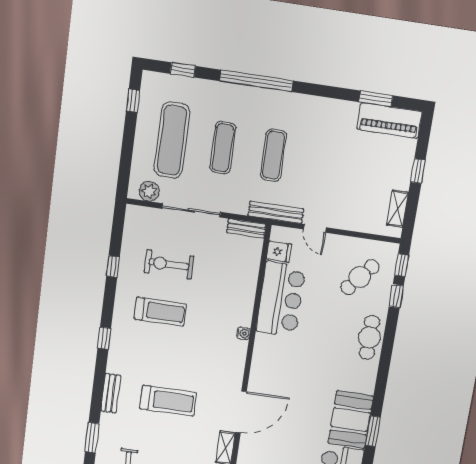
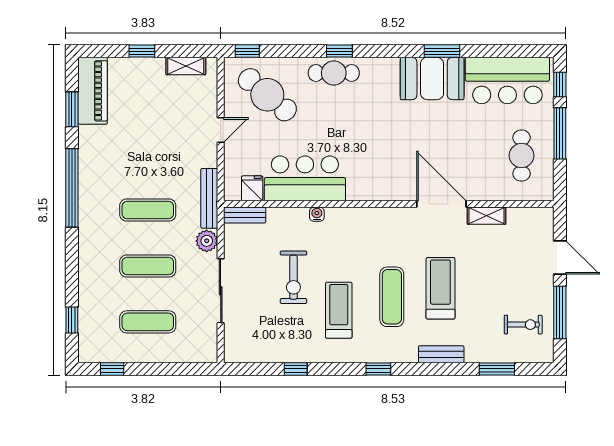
window: (256, 81) -> (72, 188), moved
exercise mat: (172, 140) -> (148, 322), width x0.73, depth x0.69
plant: (149, 191) -> (207, 241), moved
bench: (246, 228) -> (245, 215), moved, turned 90
door: (315, 228) -> (221, 130), moved
exercise bike: (169, 264) -> (293, 277), moved
cafe table: (360, 277) -> (267, 95), width x1.37, depth x1.35
window: (396, 296) -> (339, 51), moved
water cooler: (243, 333) -> (317, 214), moved
exercise mat: (166, 359) -> (392, 297), added

